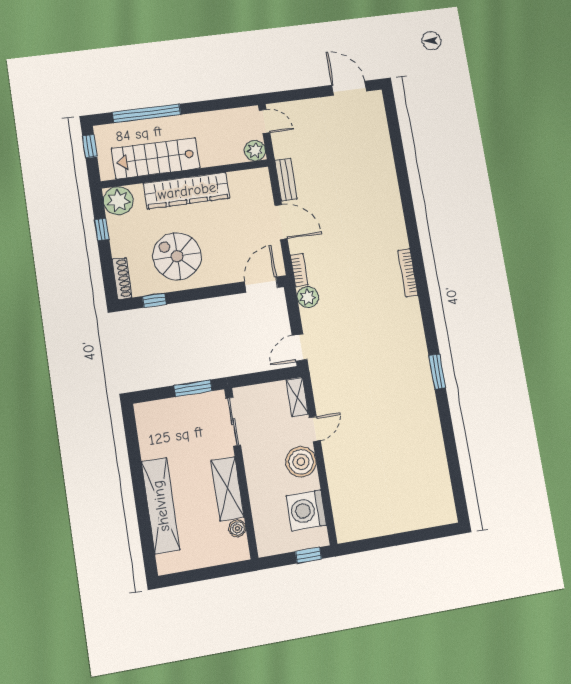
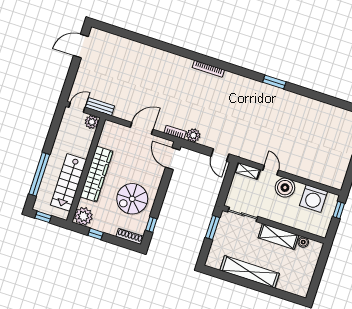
bench: (286, 180) -> (100, 107), moved
shelving: (161, 506) -> (250, 272), moved

